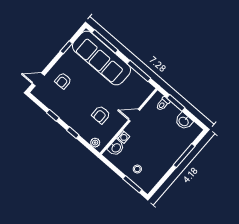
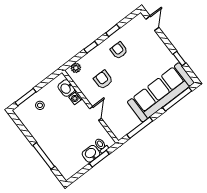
armchair: (63, 81) -> (119, 50), moved
washbasin: (184, 121) -> (91, 154), moved

